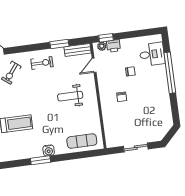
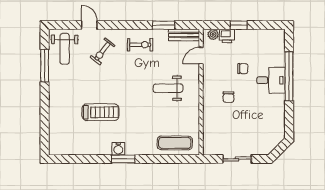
window: (106, 38) -> (239, 25), moved
desk: (152, 54) -> (271, 80), moved
water cooler: (49, 150) -> (118, 149), moved

